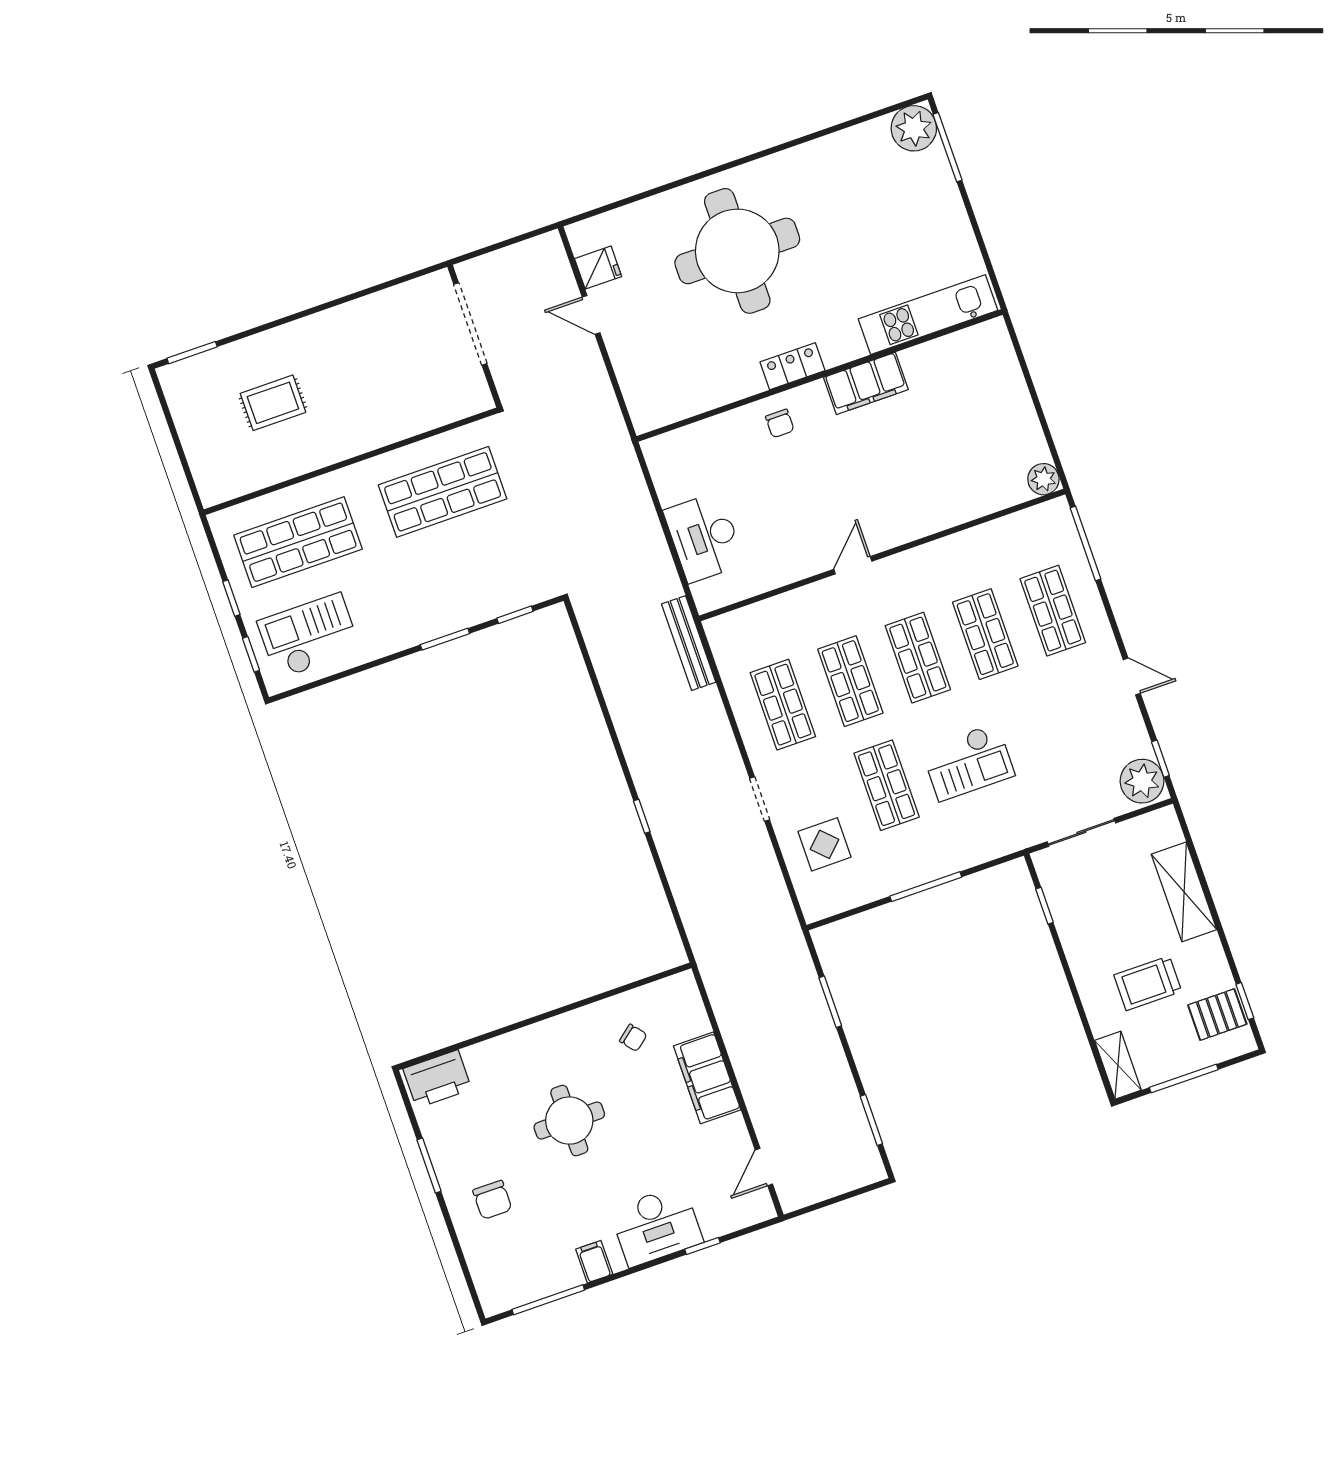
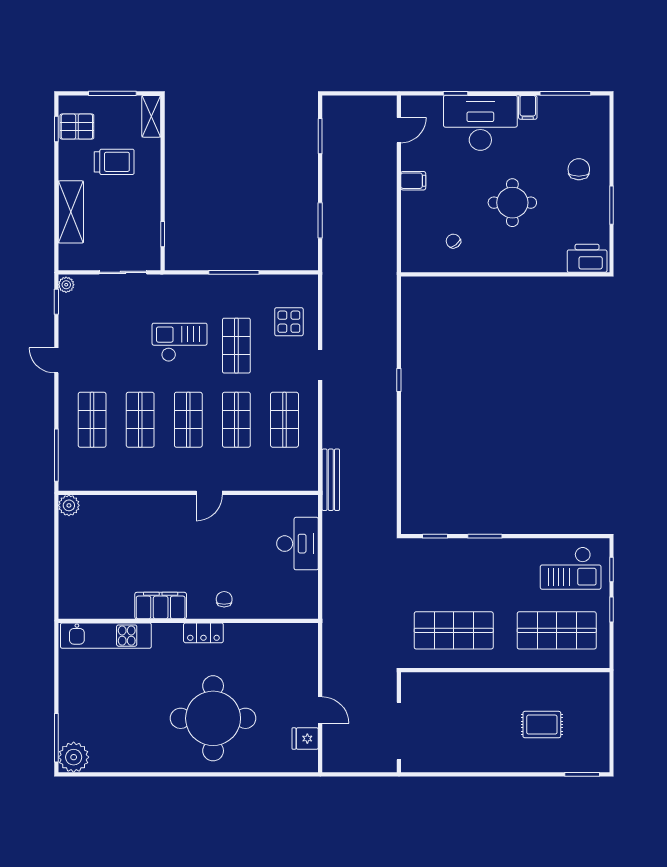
plant: (1142, 781) -> (66, 285), width x0.53, depth x0.53
filing cabinet: (707, 1078) -> (413, 181), width x0.33, depth x0.86
desk: (656, 1226) -> (480, 123), width x1.36, depth x1.30

